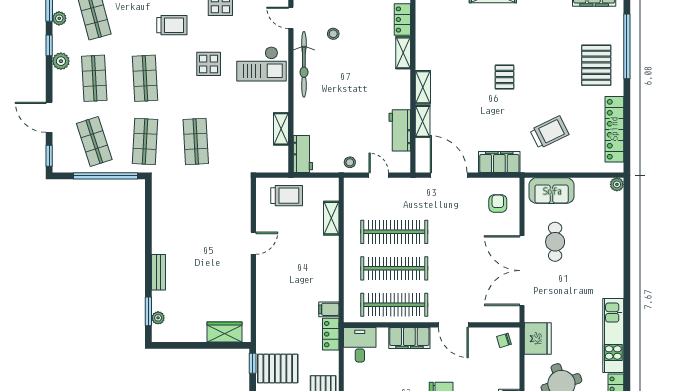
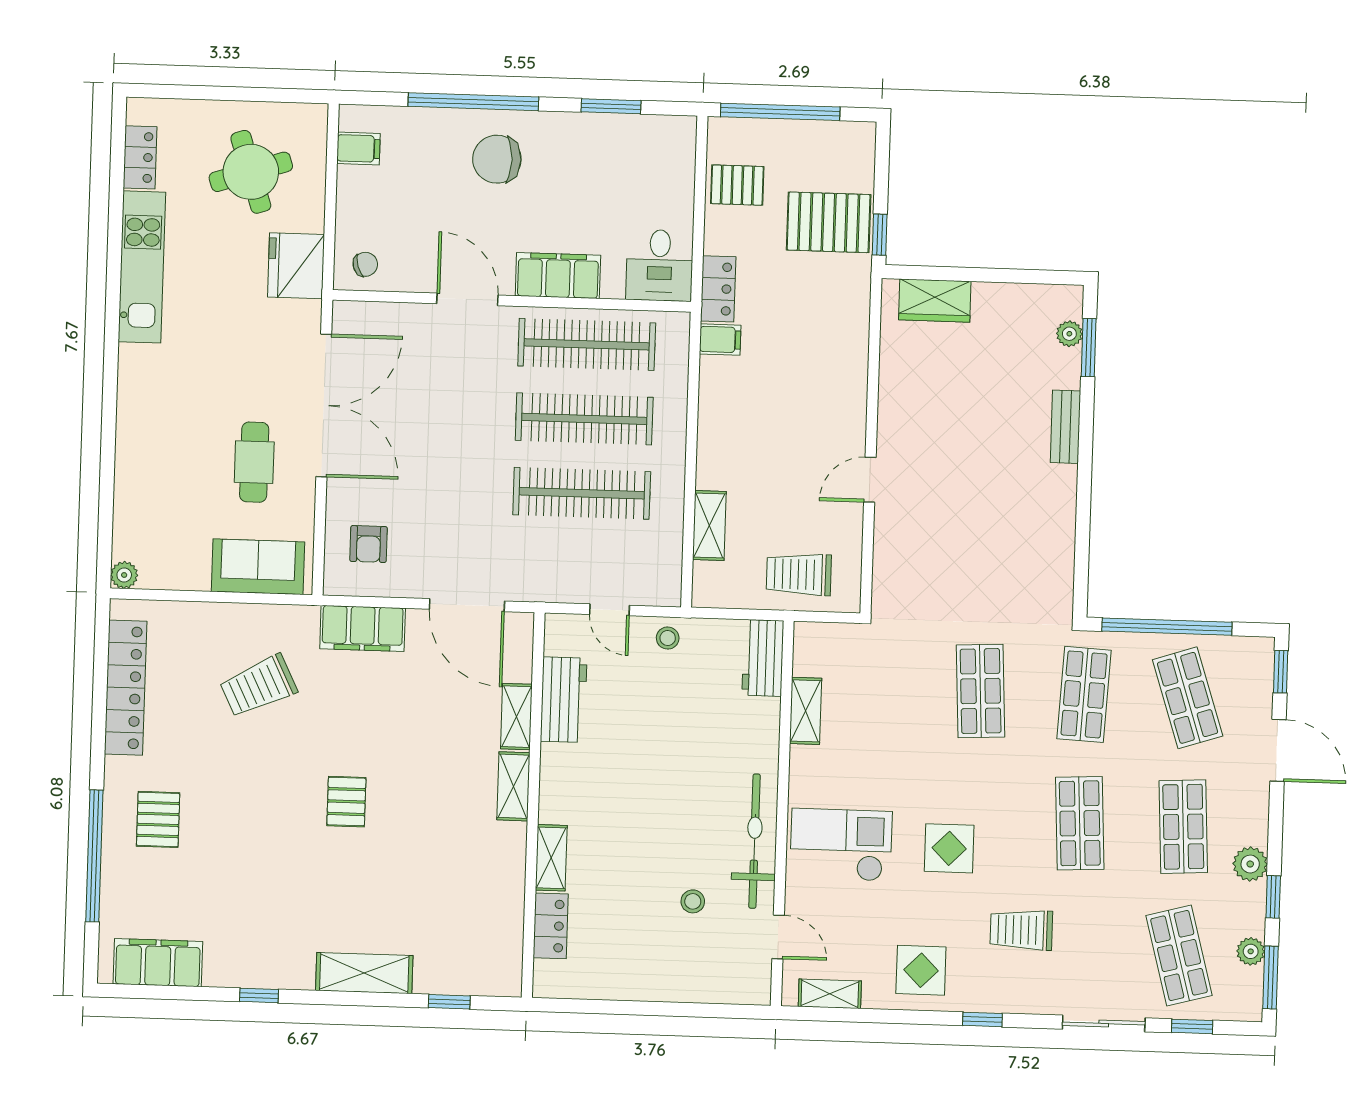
pallet: (596, 65) -> (158, 819), width x0.67, depth x0.71

